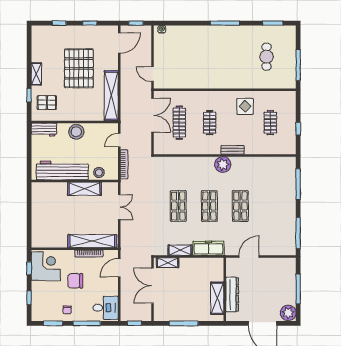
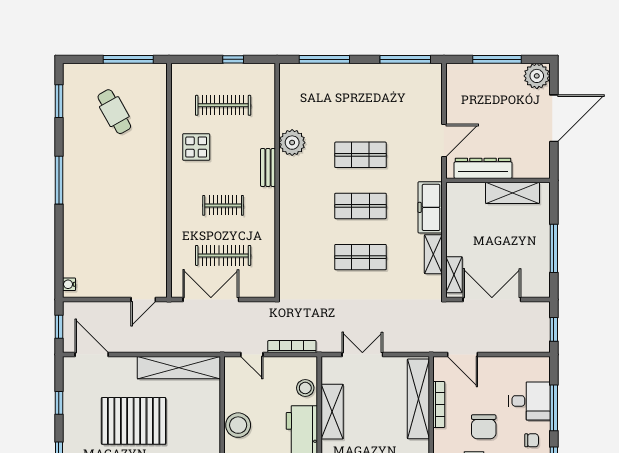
cafe table: (267, 57) -> (114, 112), turned 61
clothes rail: (270, 123) -> (223, 105), width x1.36
plant: (223, 164) -> (292, 143), moved
door: (249, 257) -> (444, 141), swing flipped
double door: (153, 286) -> (492, 300), swing flipped
dresser: (232, 294) -> (483, 168), moved
desk: (106, 308) -> (530, 401), moved, turned 90

